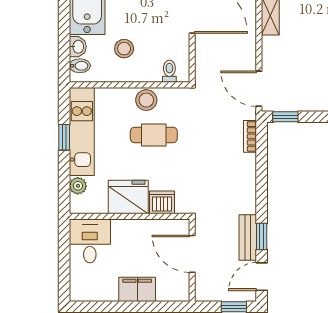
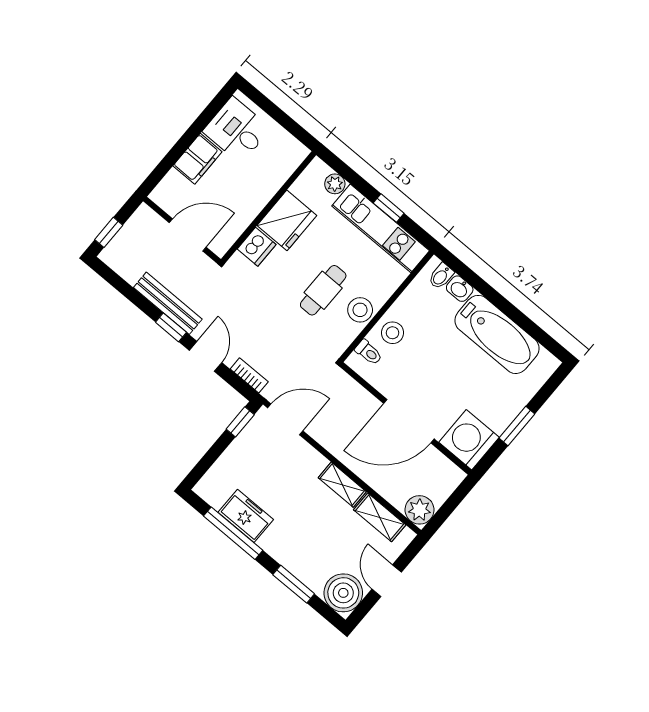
stool: (124, 49) -> (393, 333), moved
window: (262, 236) -> (171, 327), moved
bench: (248, 237) -> (168, 303), width x1.36
desk: (90, 241) -> (237, 130), moved, turned 180
door: (262, 277) -> (206, 356), moved

